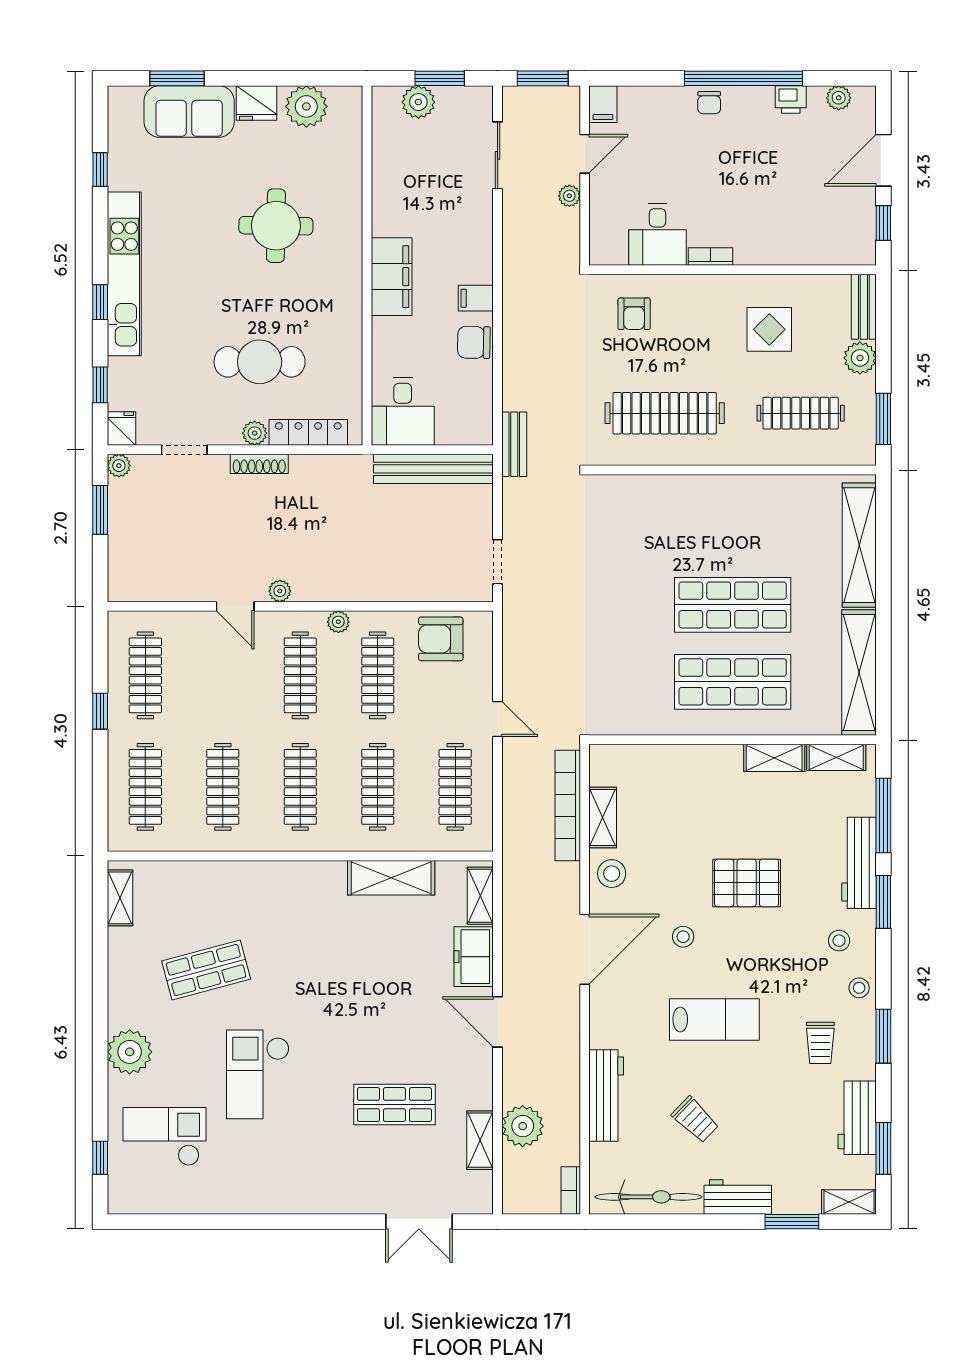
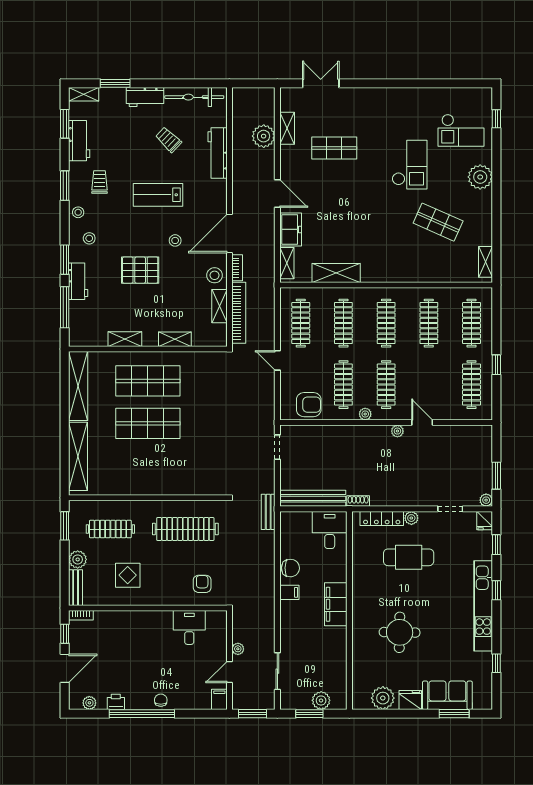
bookcase: (711, 257) -> (81, 615), moved
shoe rack: (259, 464) -> (358, 501), moved, width x0.70
shelving: (836, 757) -> (175, 339), moved
workbench: (859, 863) -> (78, 281), width x0.73
shop shelf: (206, 970) -> (438, 222), turned 39
bookcase: (571, 1190) -> (237, 268), moved

